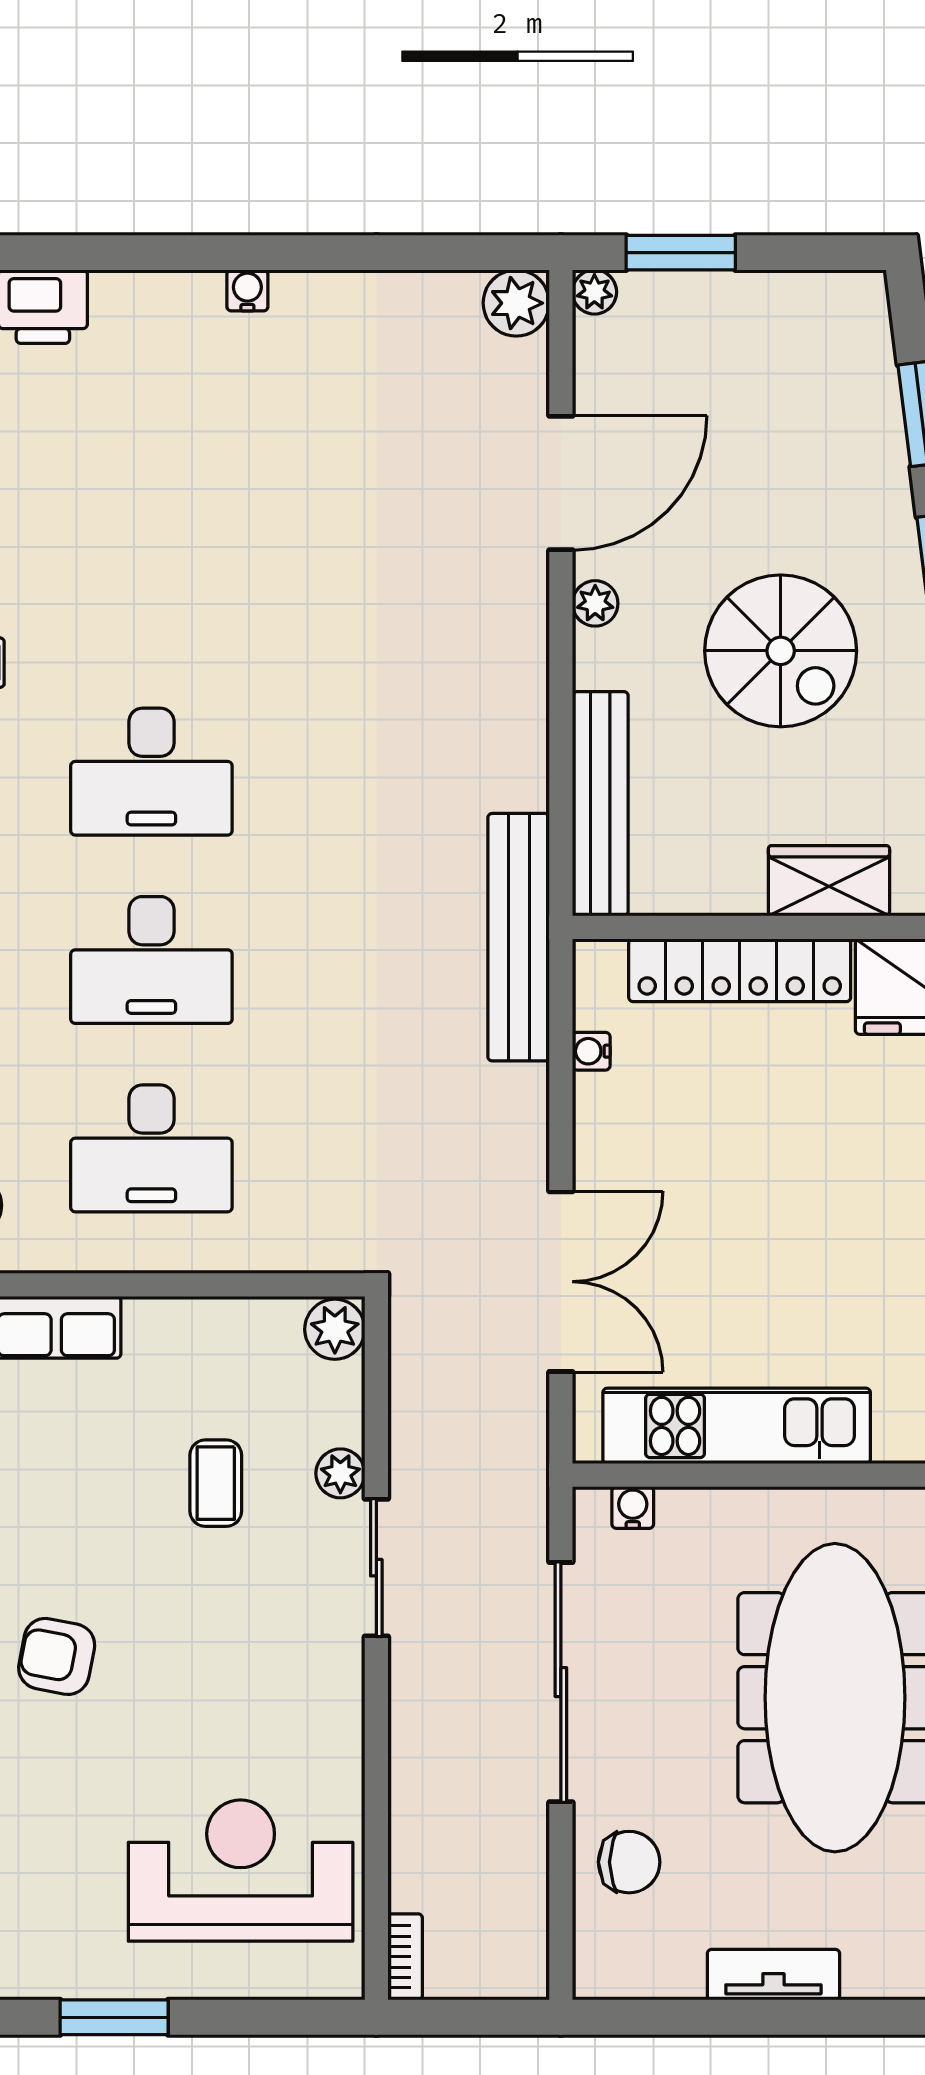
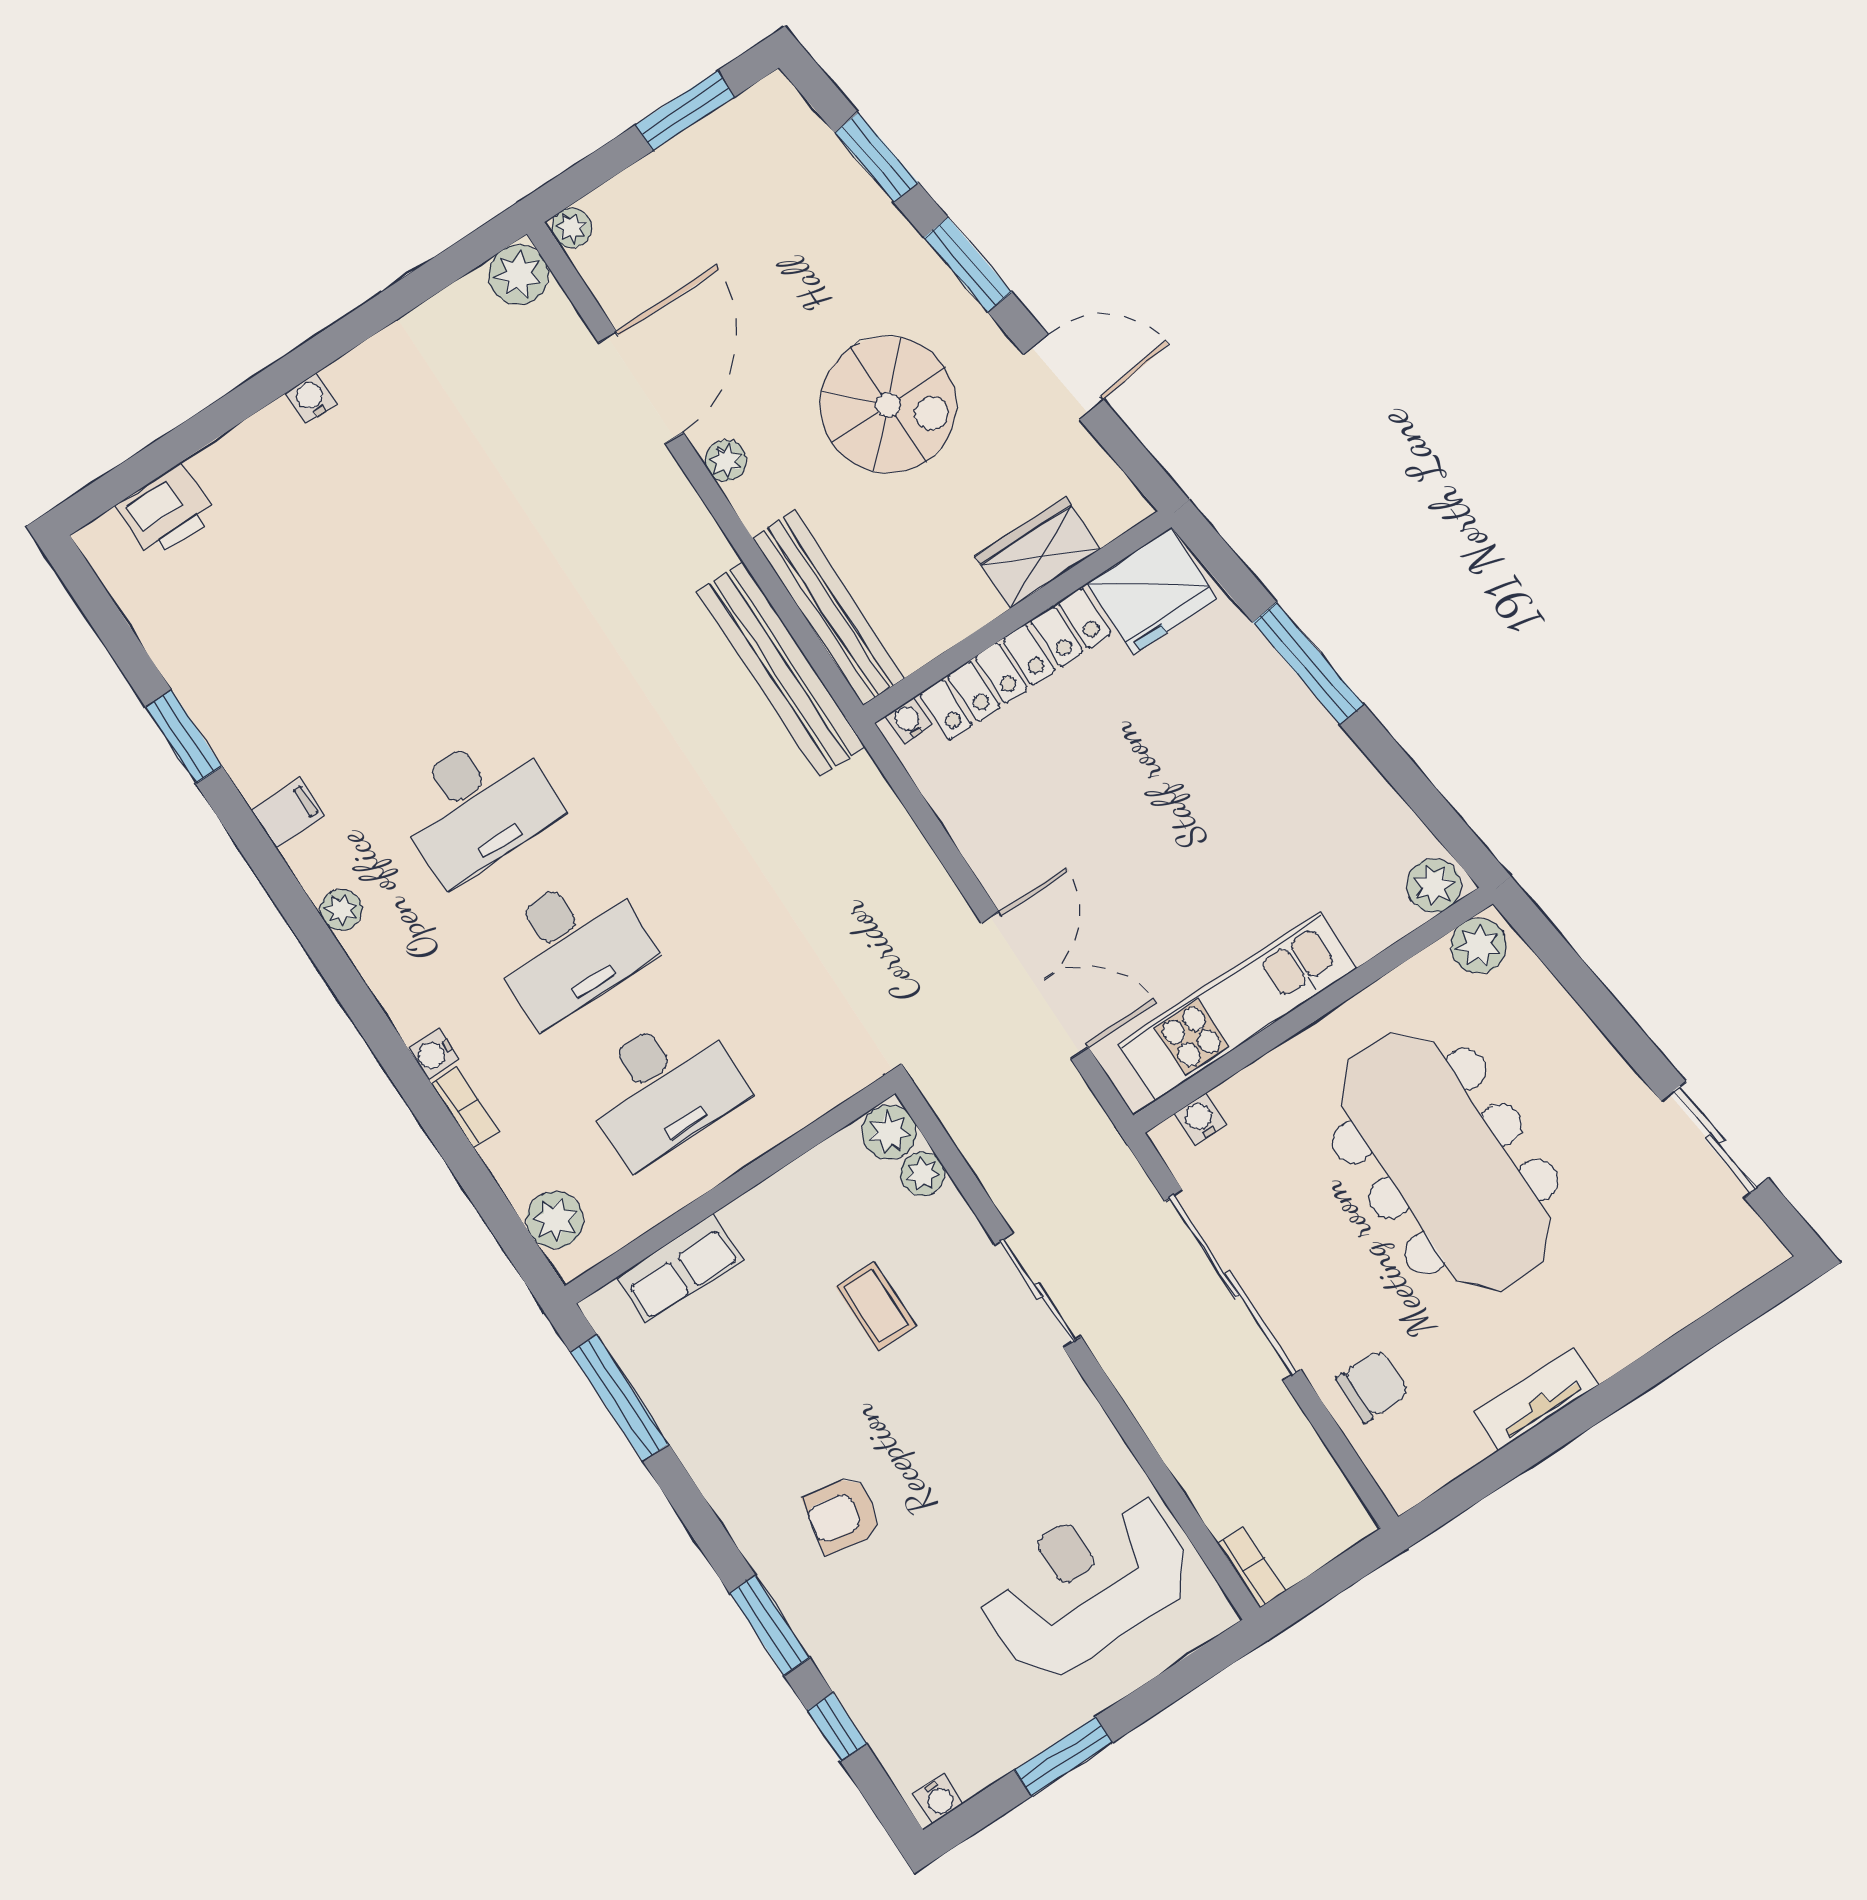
window: (681, 253) -> (685, 111), moved
bench: (519, 937) -> (781, 670), moved
water cooler: (591, 1051) -> (908, 721), moved, turned 90
plant: (340, 1473) -> (923, 1174), moved

